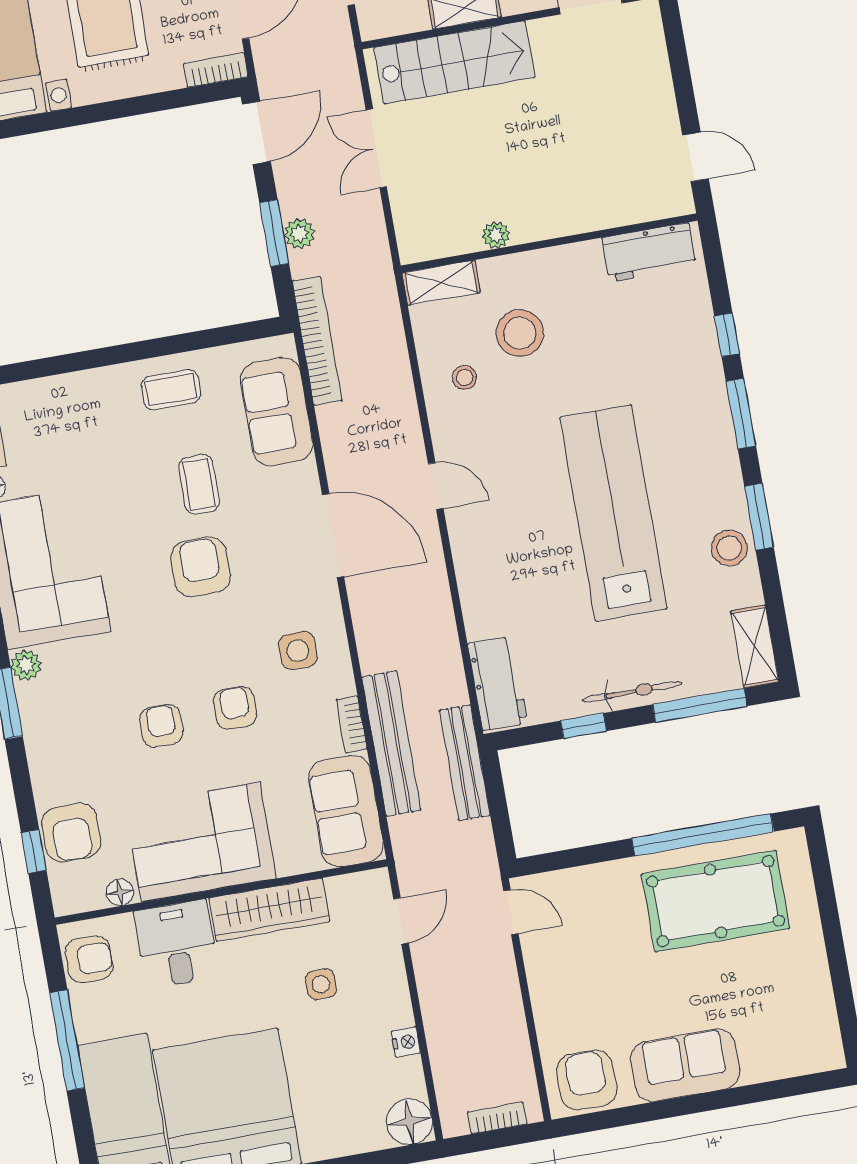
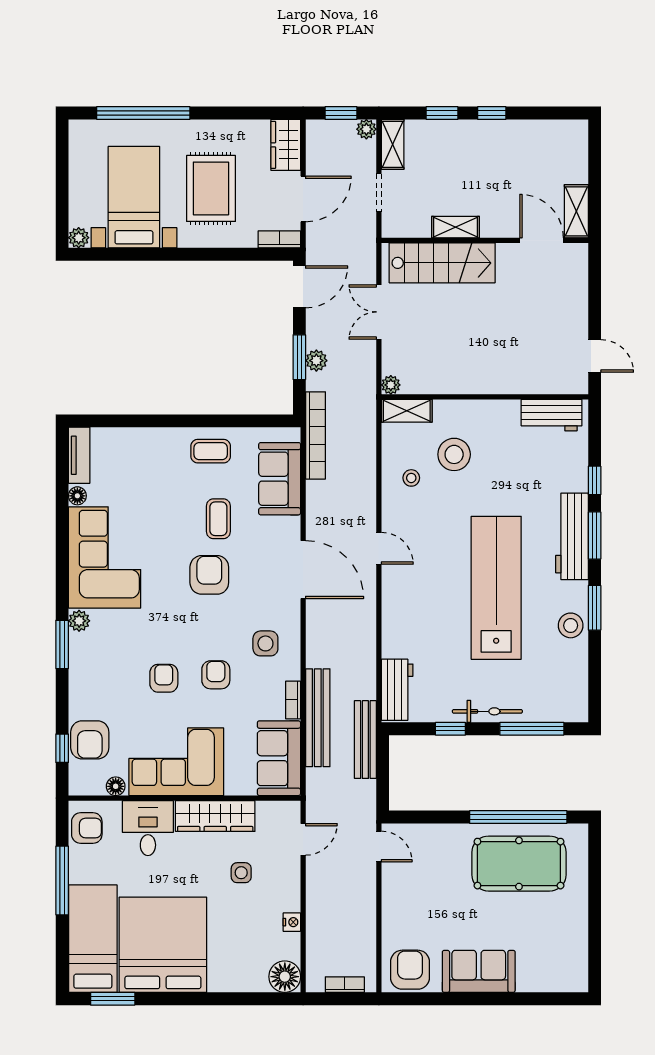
plant: (496, 235) -> (391, 385), moved
workbench: (709, 420) -> (572, 536), added
shelving: (755, 647) -> (576, 695), removed

